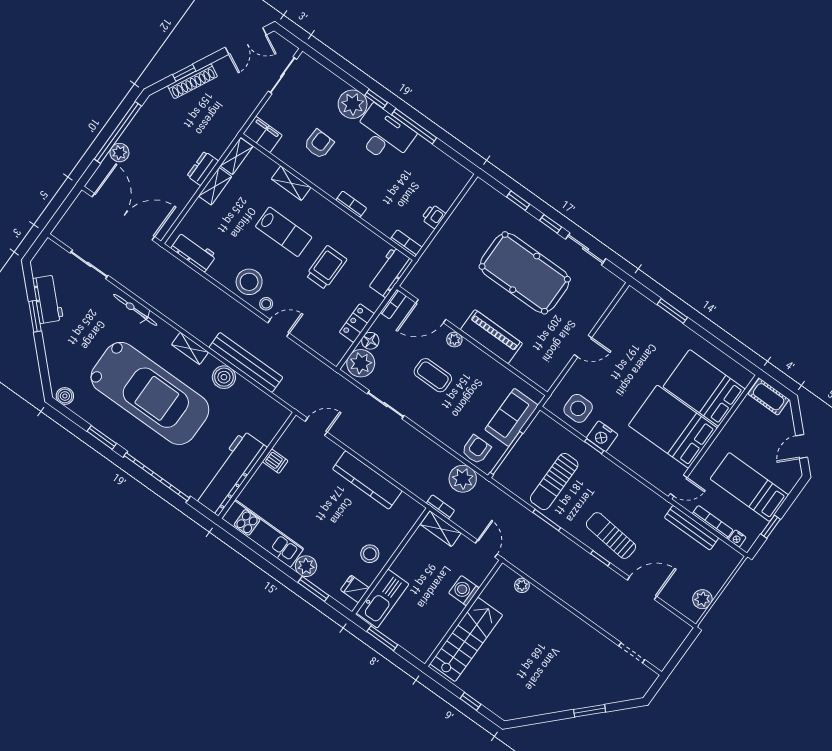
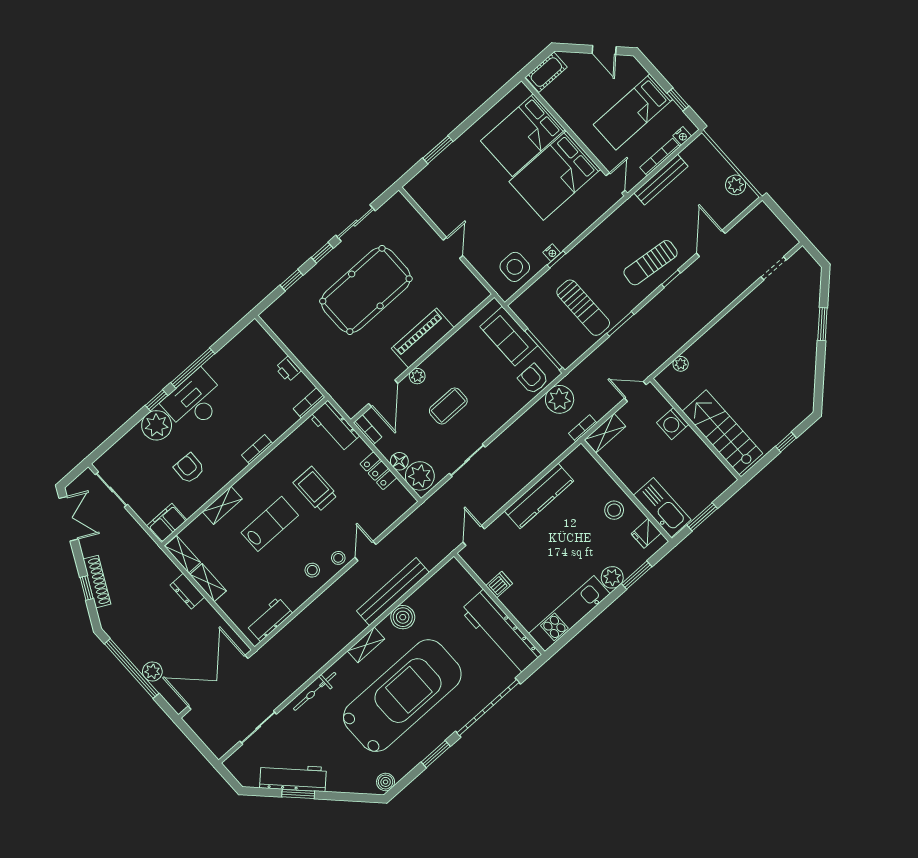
stool: (249, 282) -> (312, 570), width x0.53, depth x0.53
workbench: (48, 299) -> (293, 778), width x1.38
nightstand: (602, 436) -> (552, 253), width x0.53, depth x0.56

